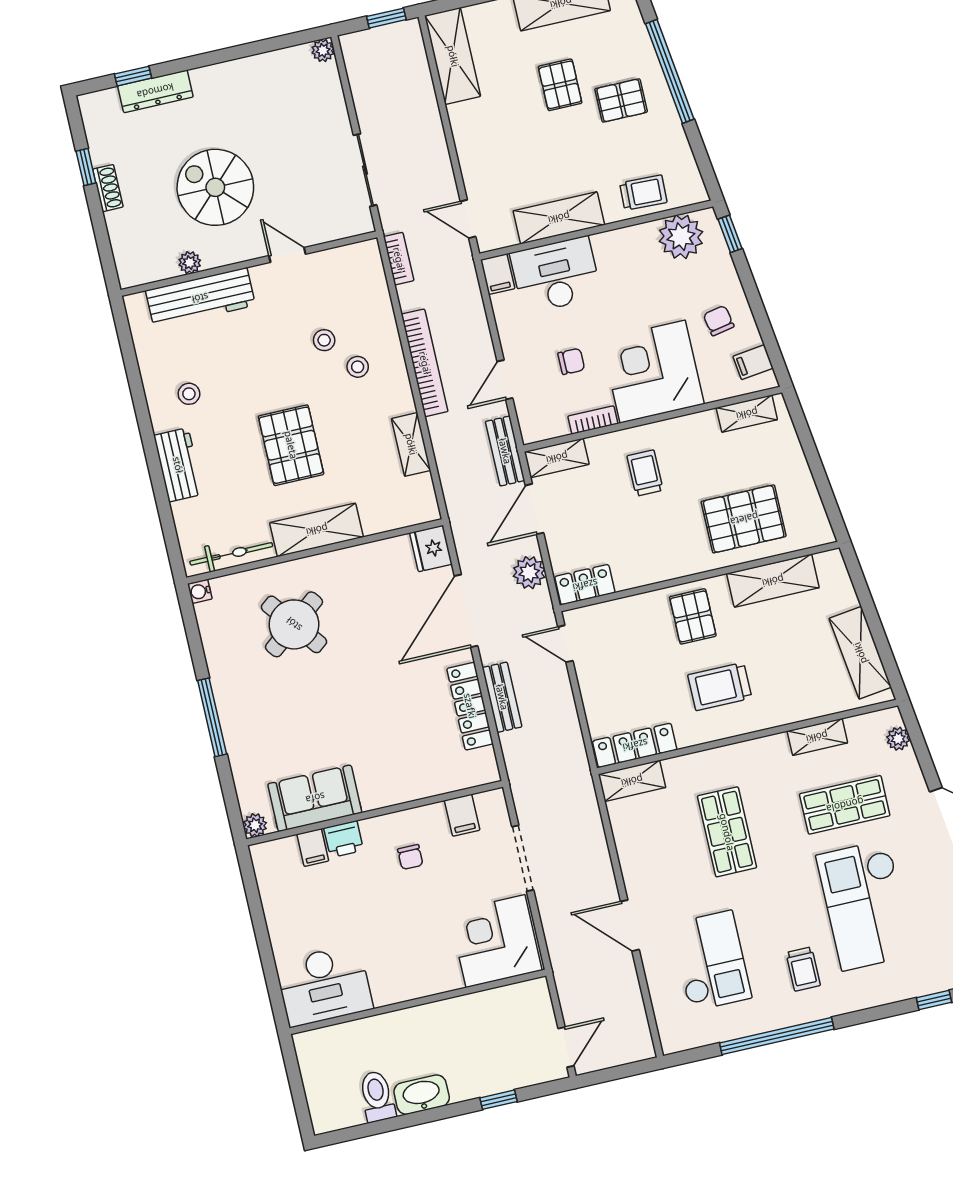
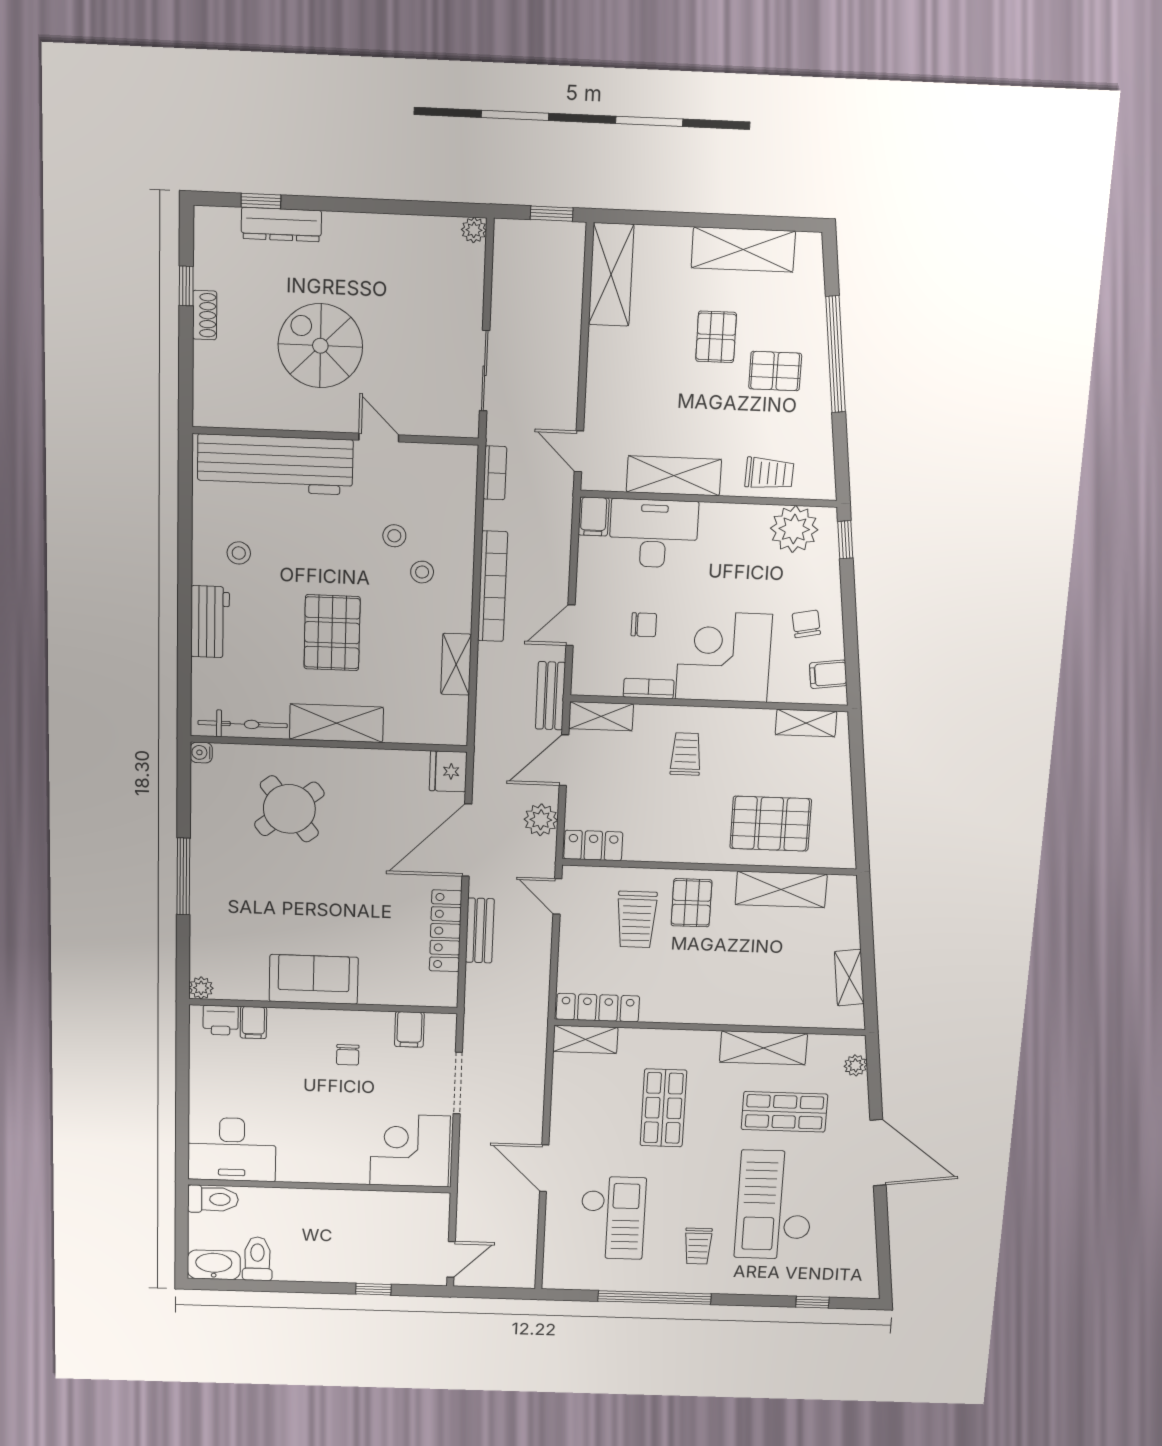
plant: (190, 263) -> (273, 418), removed
workbench: (200, 298) -> (275, 464), width x1.36, depth x1.32
shelving: (860, 653) -> (849, 978), width x0.67, depth x0.75
trolley: (720, 686) -> (636, 919), moved, turned -90
shelving: (817, 737) -> (763, 1048), width x1.50, depth x1.33
sofa: (315, 798) -> (314, 979), moved
printer: (344, 839) -> (221, 1020), moved
toilet: (319, 1043) -> (213, 1199), added
washbasin: (422, 1095) -> (214, 1265), moved

